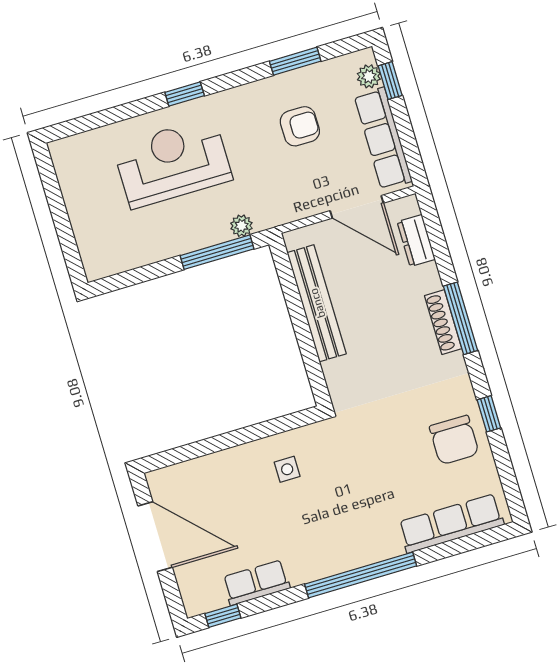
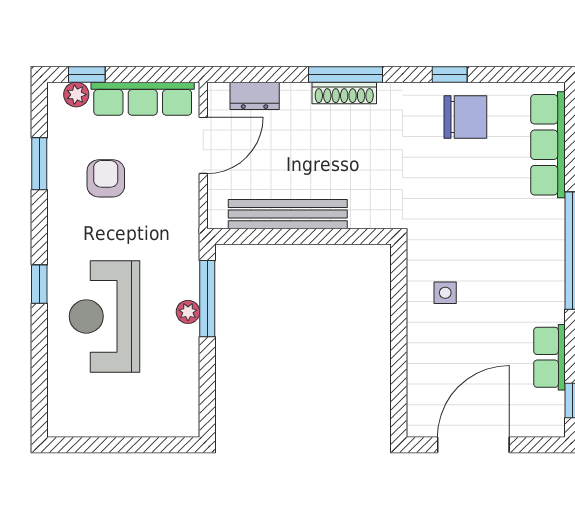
plant: (241, 226) -> (188, 312), moved

